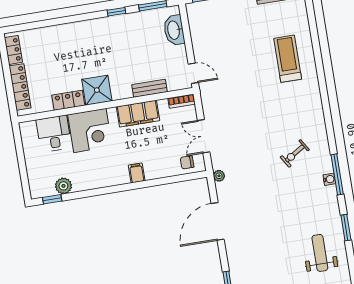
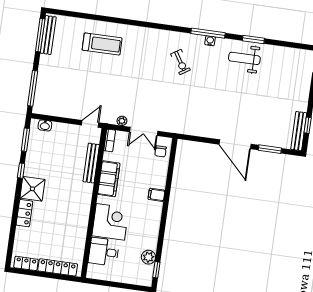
washbasin: (174, 30) -> (45, 125), width x0.52, depth x0.69
treadmill: (288, 59) -> (102, 44), turned 180
bench: (149, 88) -> (91, 163), width x1.36
shower: (97, 90) -> (32, 189), moved
locker: (68, 100) -> (24, 213), moved, turned 180
plant: (219, 176) -> (122, 121), moved
door: (218, 221) -> (235, 144), moved
weight bench: (320, 253) -> (244, 58), moved

